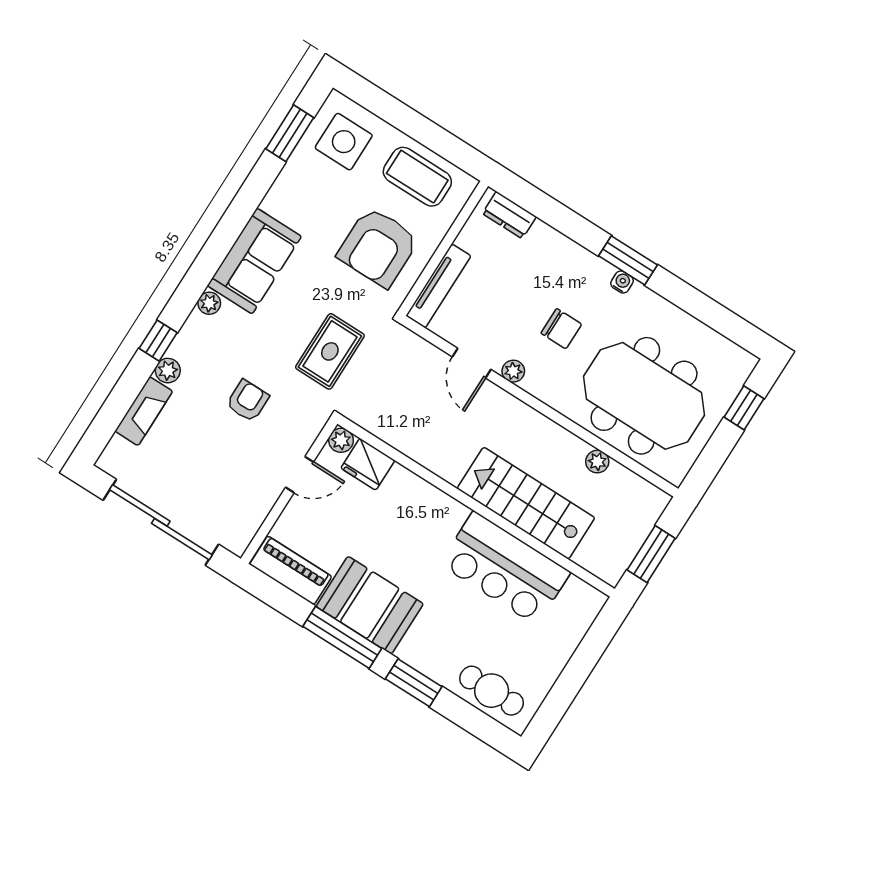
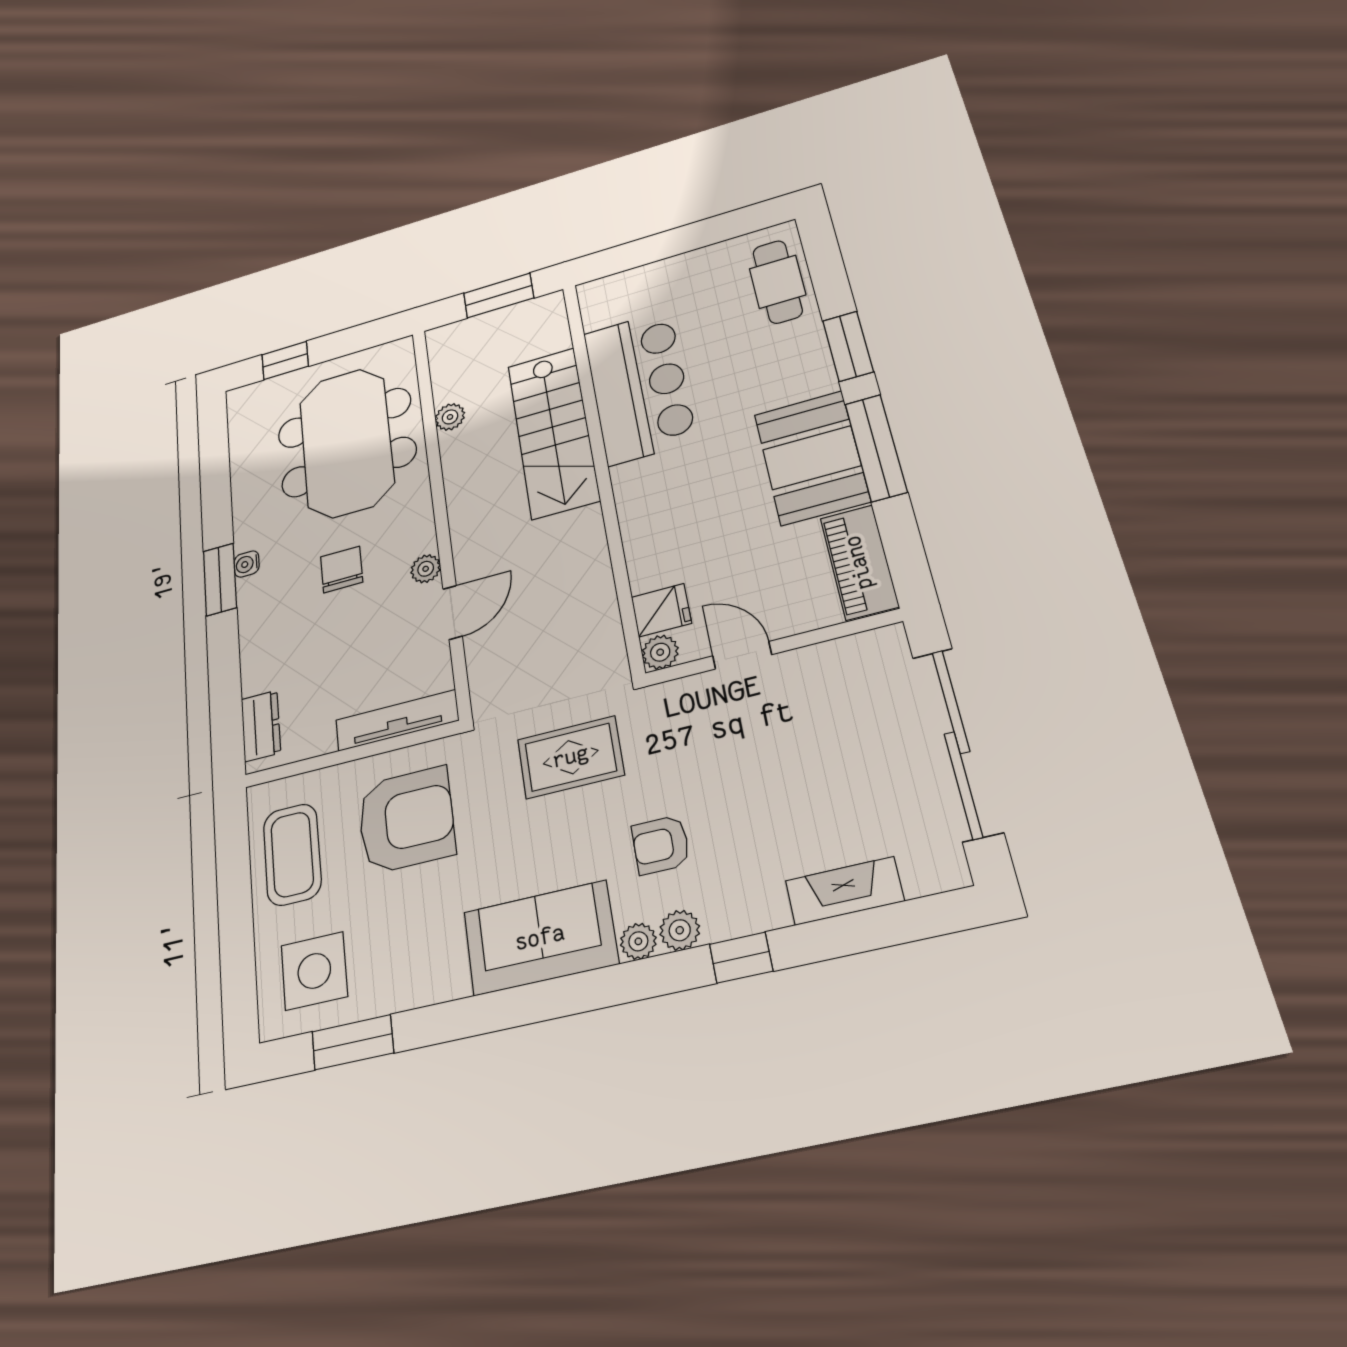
plant: (168, 371) -> (680, 930), moved
armchair: (248, 401) -> (661, 845), moved
fridge: (368, 464) -> (661, 610), width x0.72

